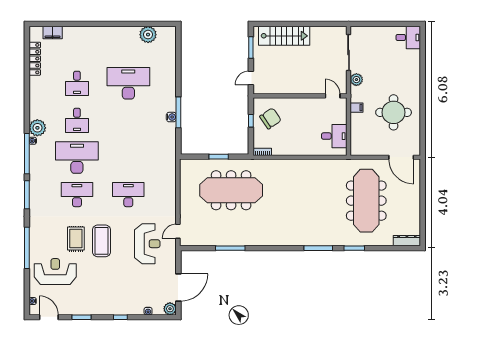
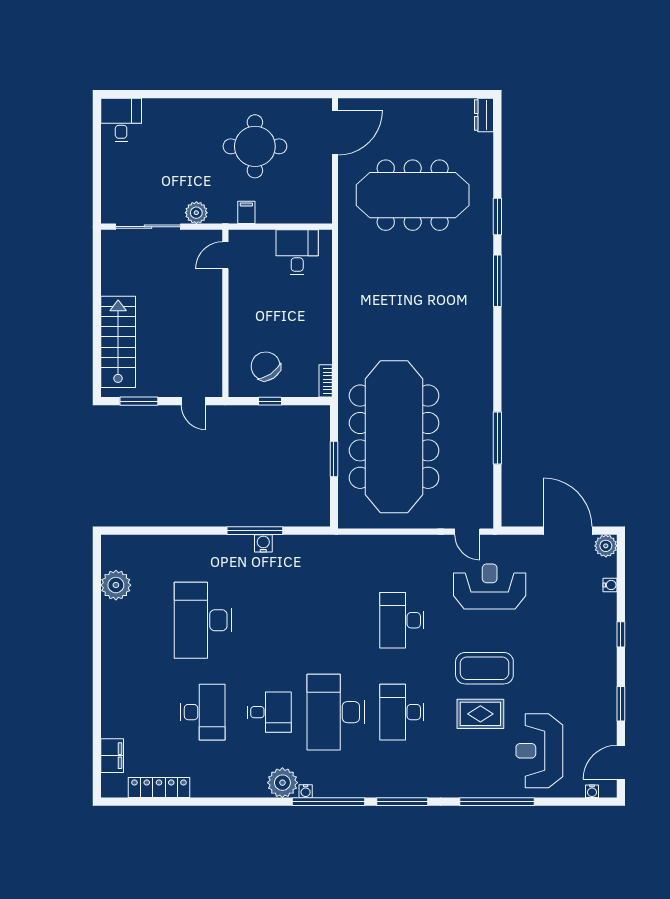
desk: (77, 83) -> (203, 712), width x1.37
meeting table: (231, 190) -> (394, 437), width x1.36, depth x1.27
dresser: (407, 241) -> (484, 115), width x0.70

